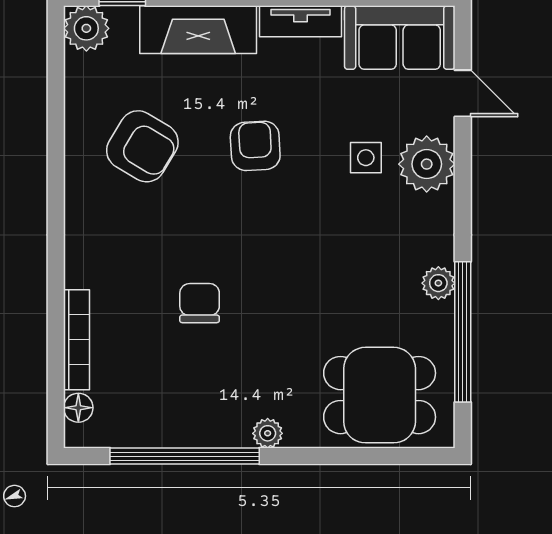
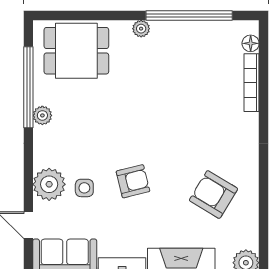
armchair: (255, 146) -> (133, 181), moved, turned -101
chair: (200, 303) -> (180, 104), removed

